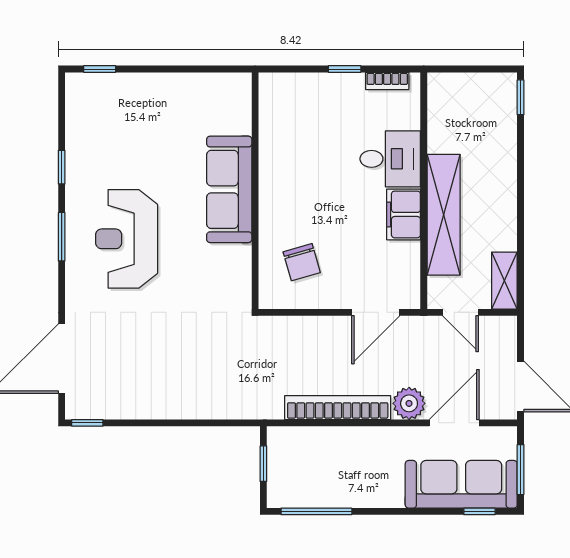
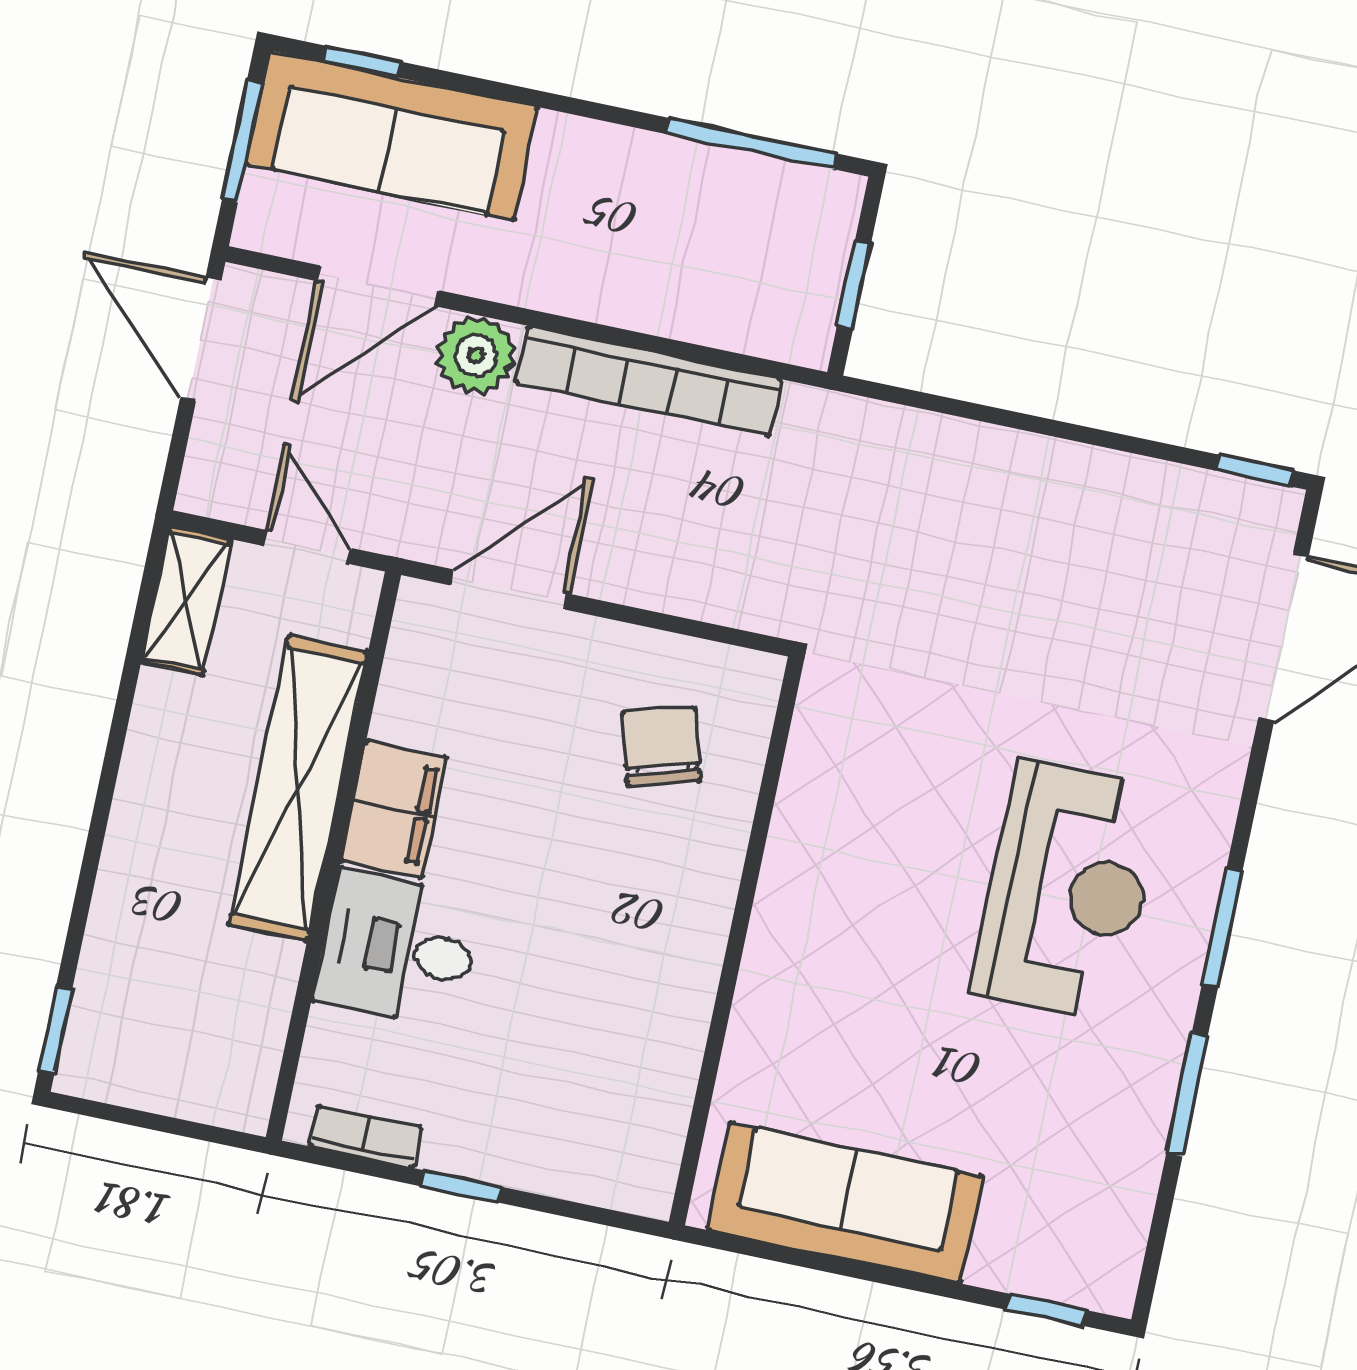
window: (62, 167) -> (1187, 1095), width x1.50
sofa: (229, 189) -> (845, 1203), moved, turned -90

